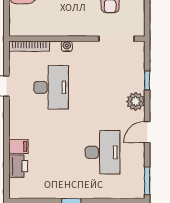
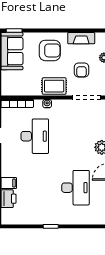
rug: (76, 24) -> (54, 86), added

